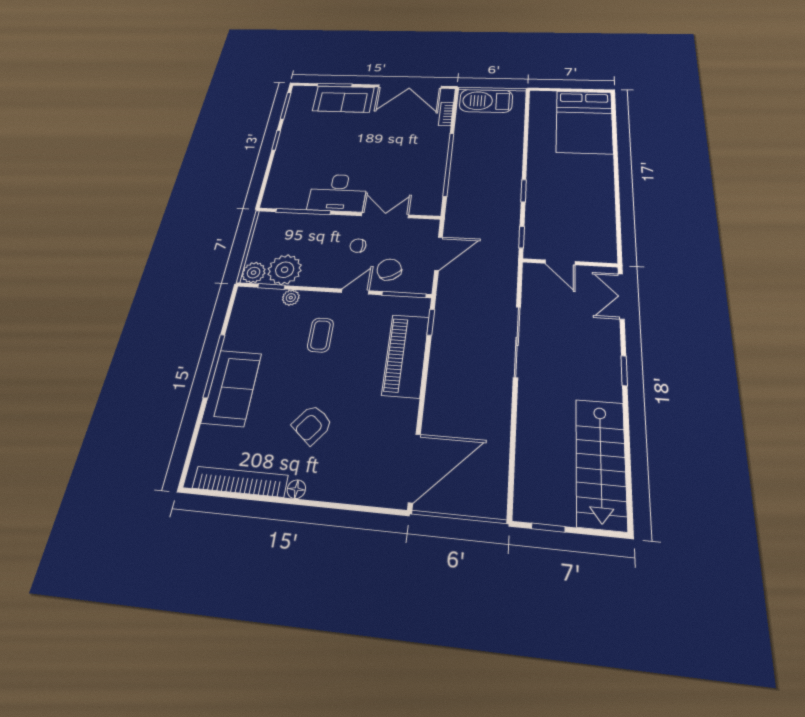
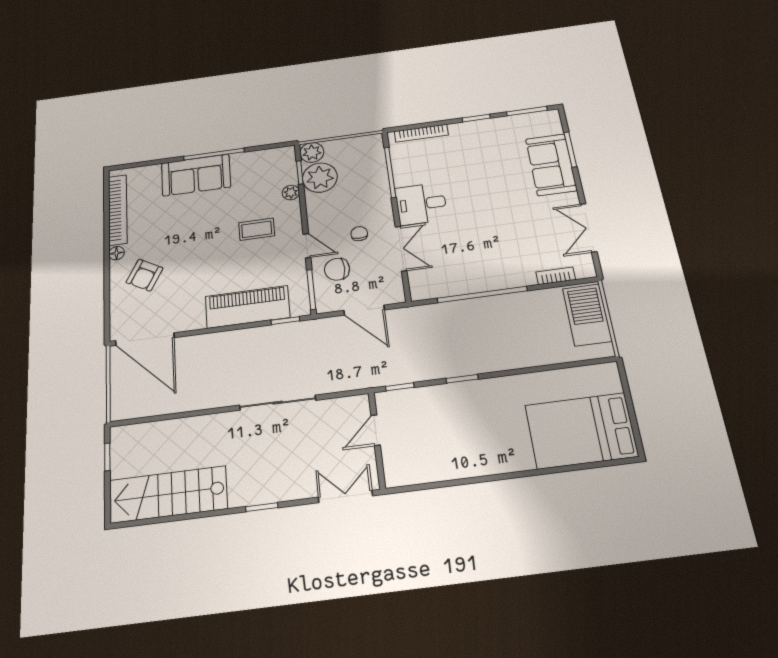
double door: (410, 87) -> (589, 228), width x0.73
bookcase: (273, 182) -> (421, 133), added
desk: (338, 193) -> (421, 204), width x0.73
chair: (389, 269) -> (337, 269), turned -153
armchair: (312, 424) -> (144, 275), moved, turned -100

